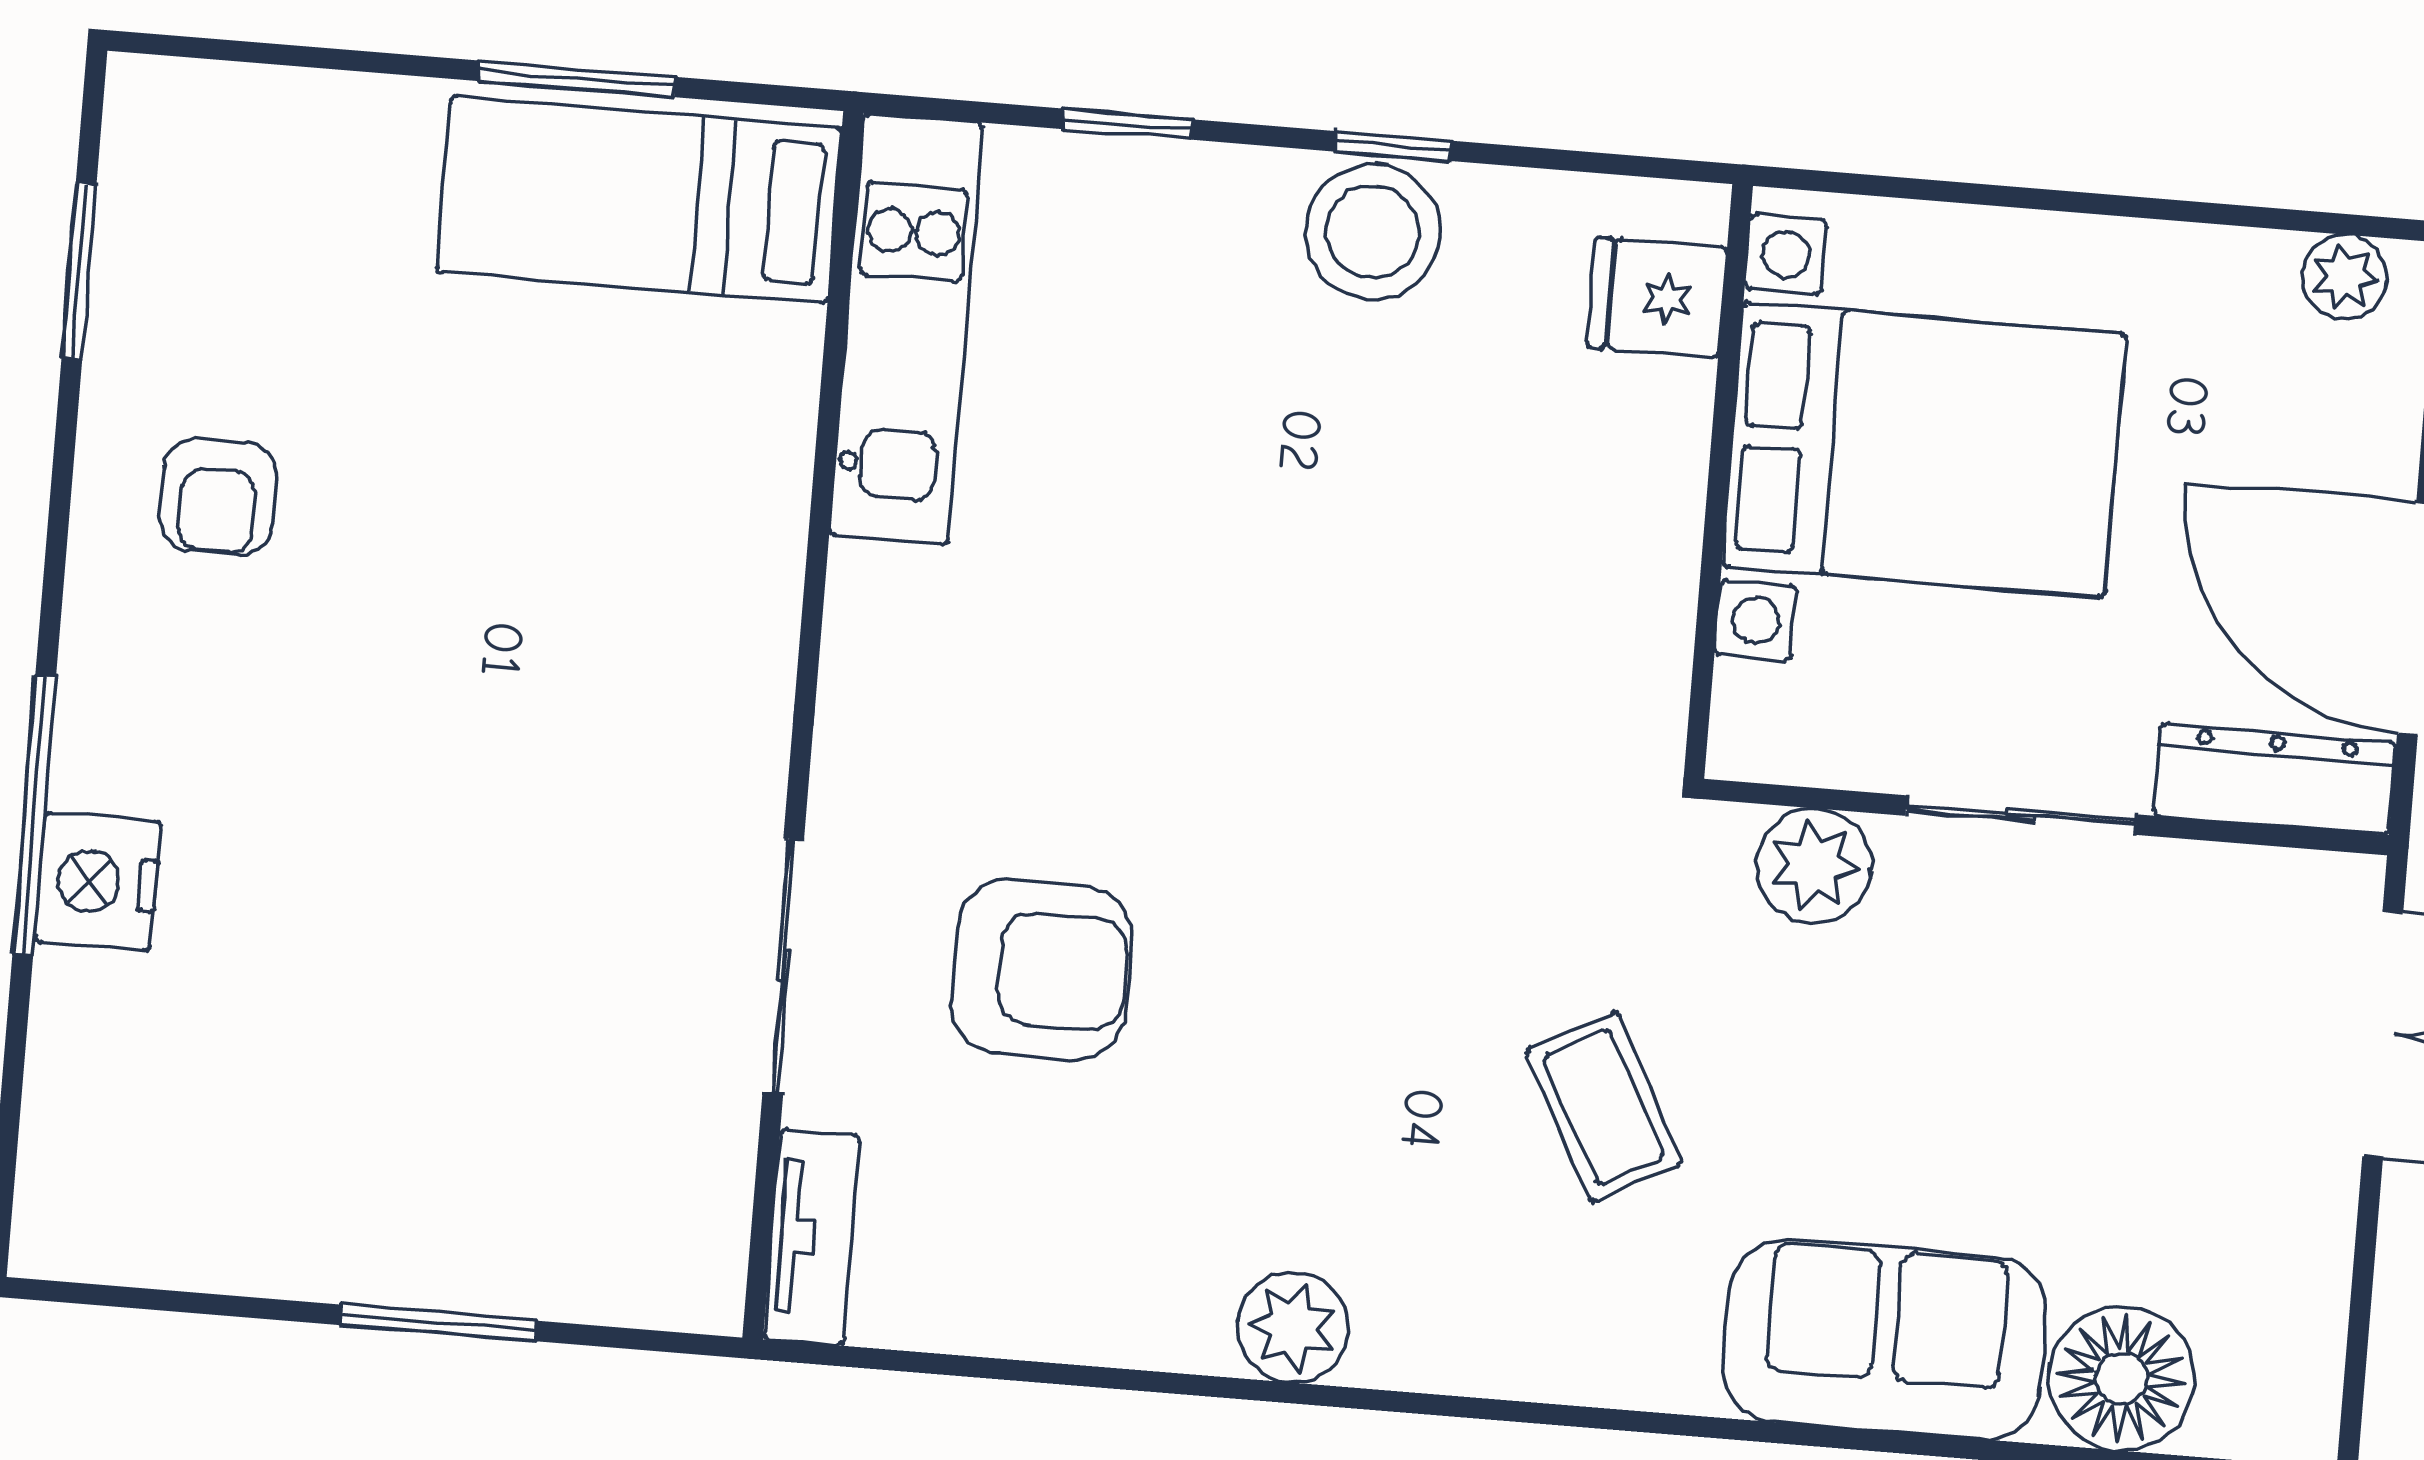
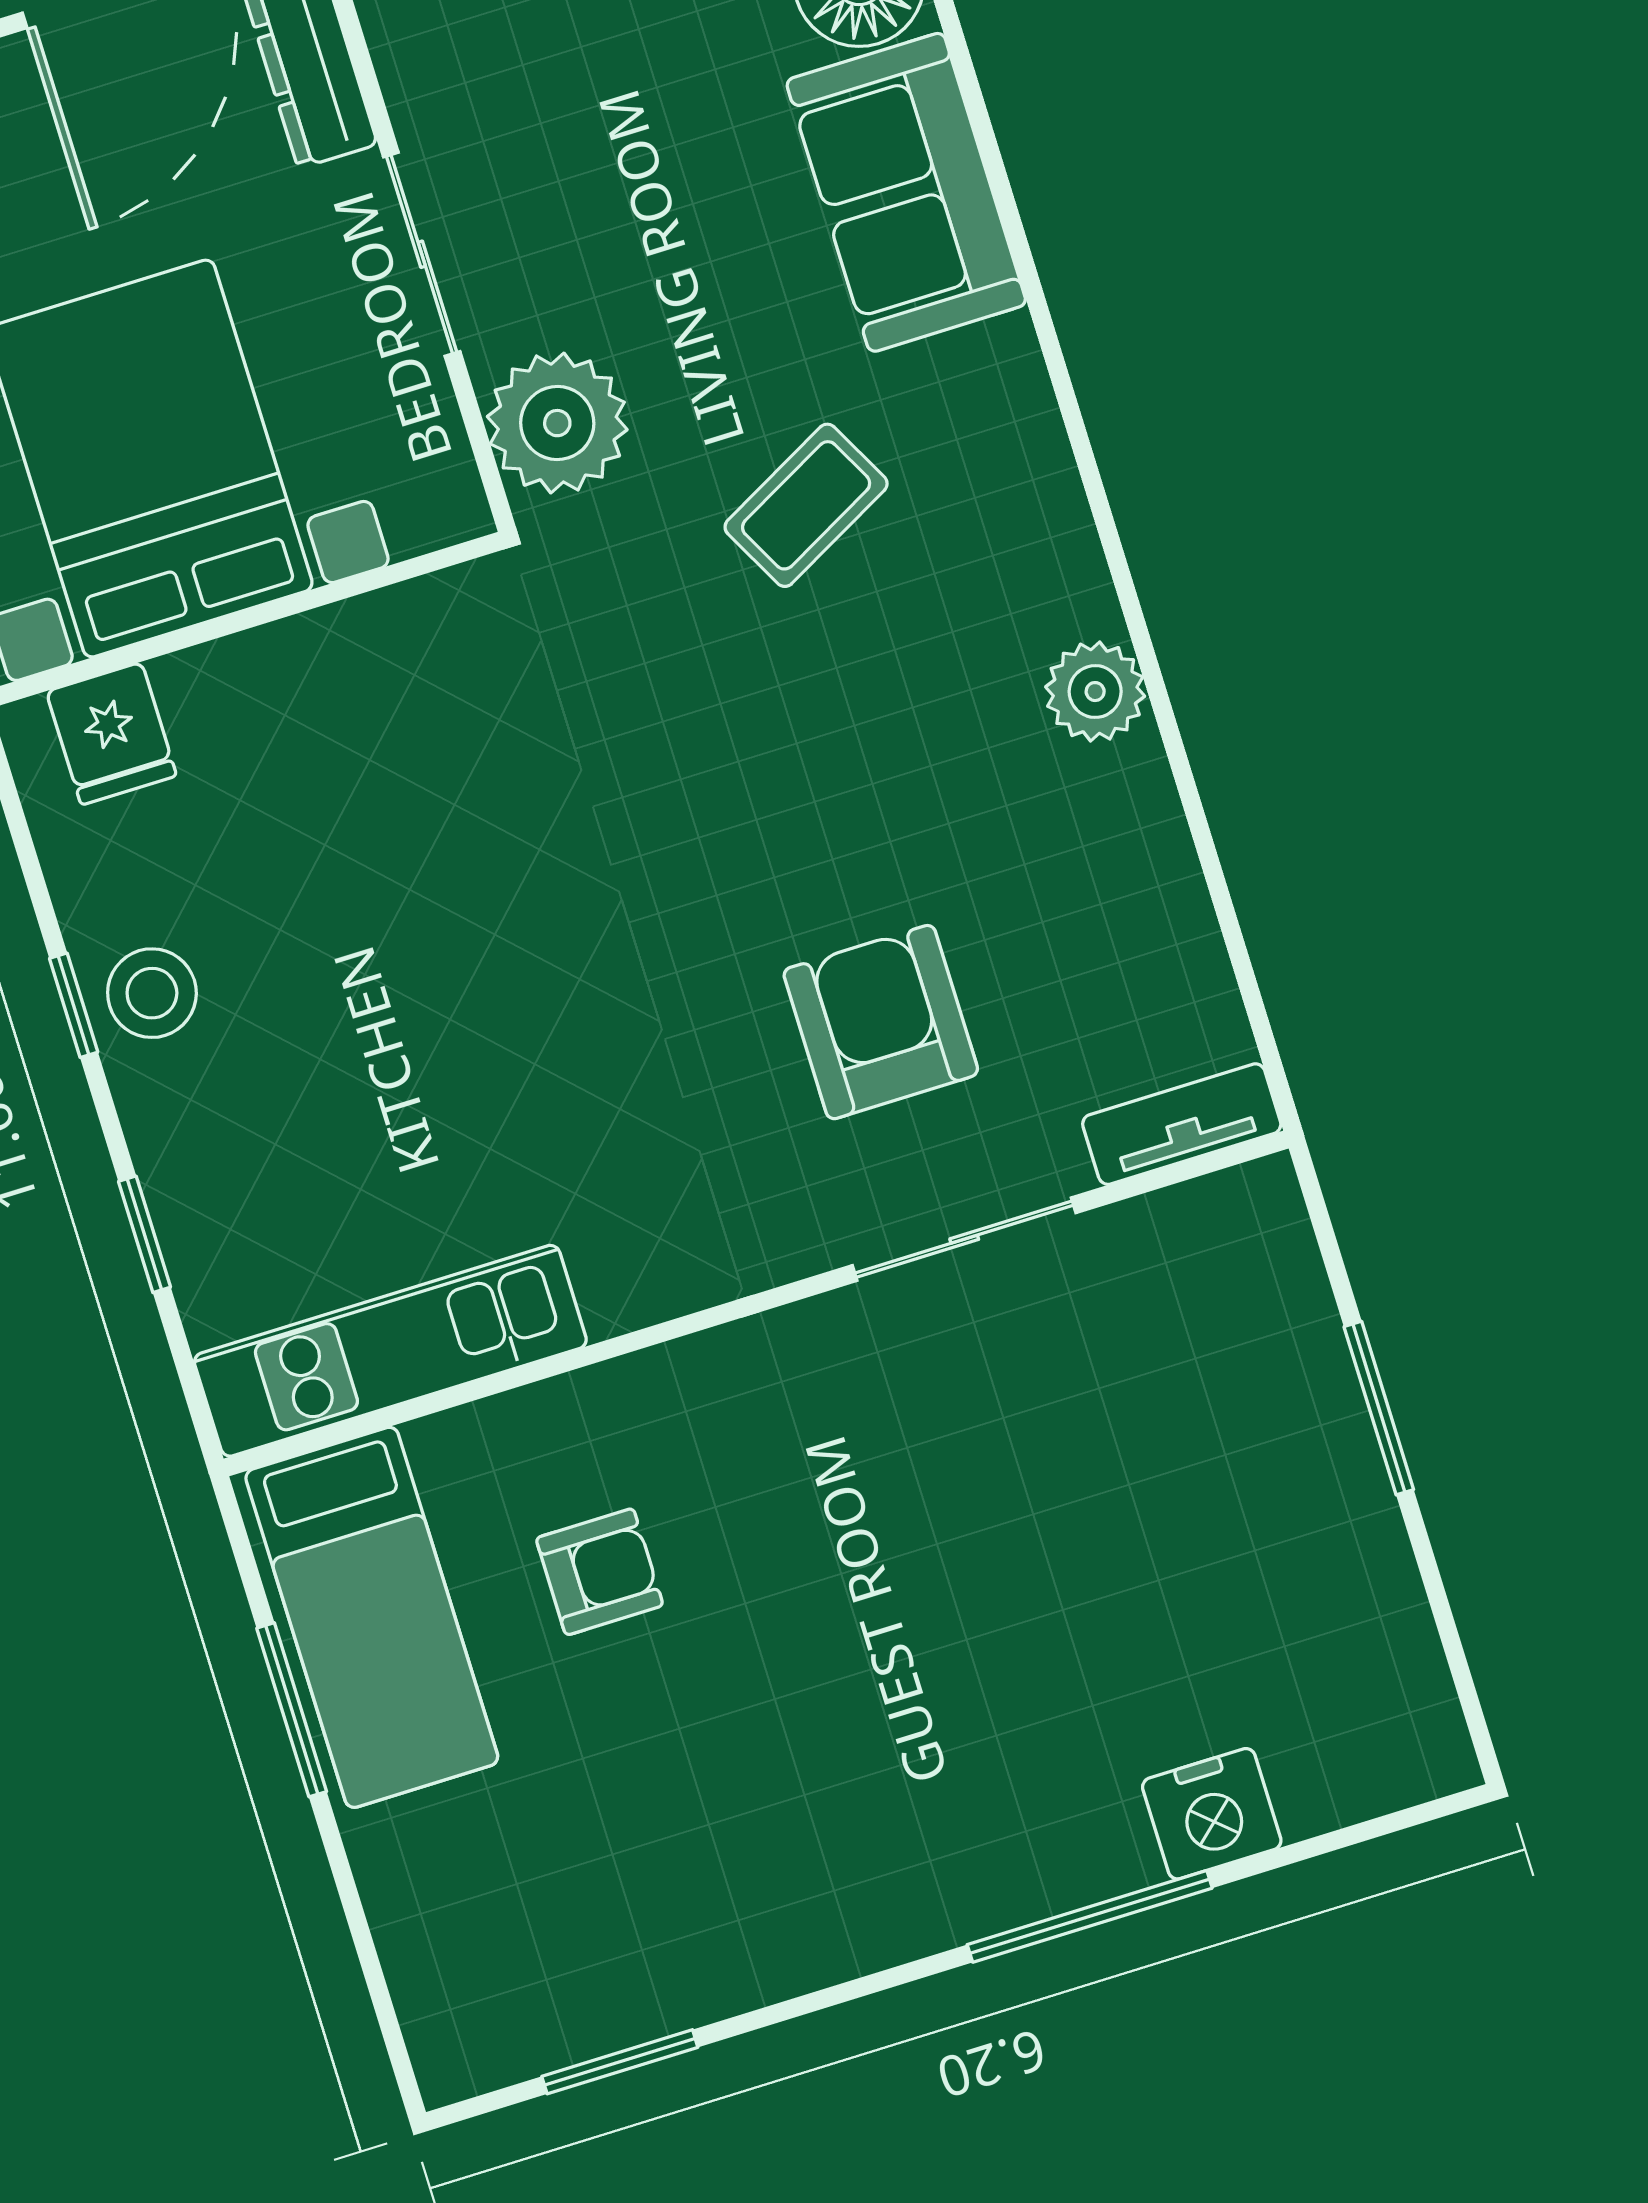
stool: (1373, 232) -> (152, 993), width x0.73, depth x0.73
armchair: (218, 497) -> (600, 1572), moved
plant: (1814, 866) -> (557, 423), width x1.36, depth x1.36
nightstand: (98, 882) -> (1212, 1814), moved

